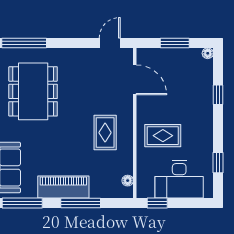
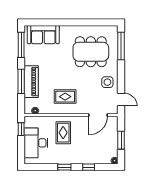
side table: (82, 65) -> (107, 82), added
window: (218, 163) -> (64, 167), moved
piano: (63, 187) -> (31, 82), moved

